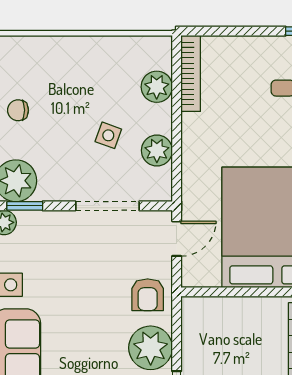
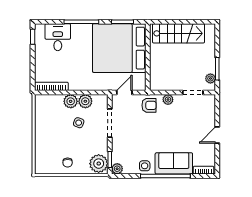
plant: (157, 87) -> (71, 101), moved
door: (177, 239) -> (124, 93), hinge flipped
plant: (151, 348) -> (168, 100), width x0.53, depth x0.53

